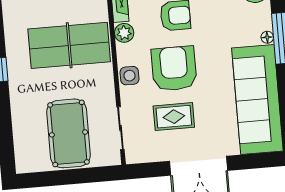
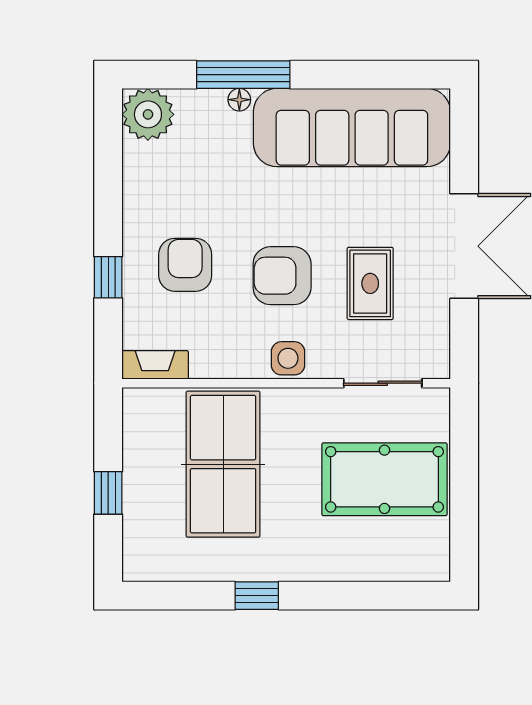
plant: (124, 33) -> (209, 361), removed
armchair: (174, 69) -> (282, 276), width x0.73, depth x0.73

